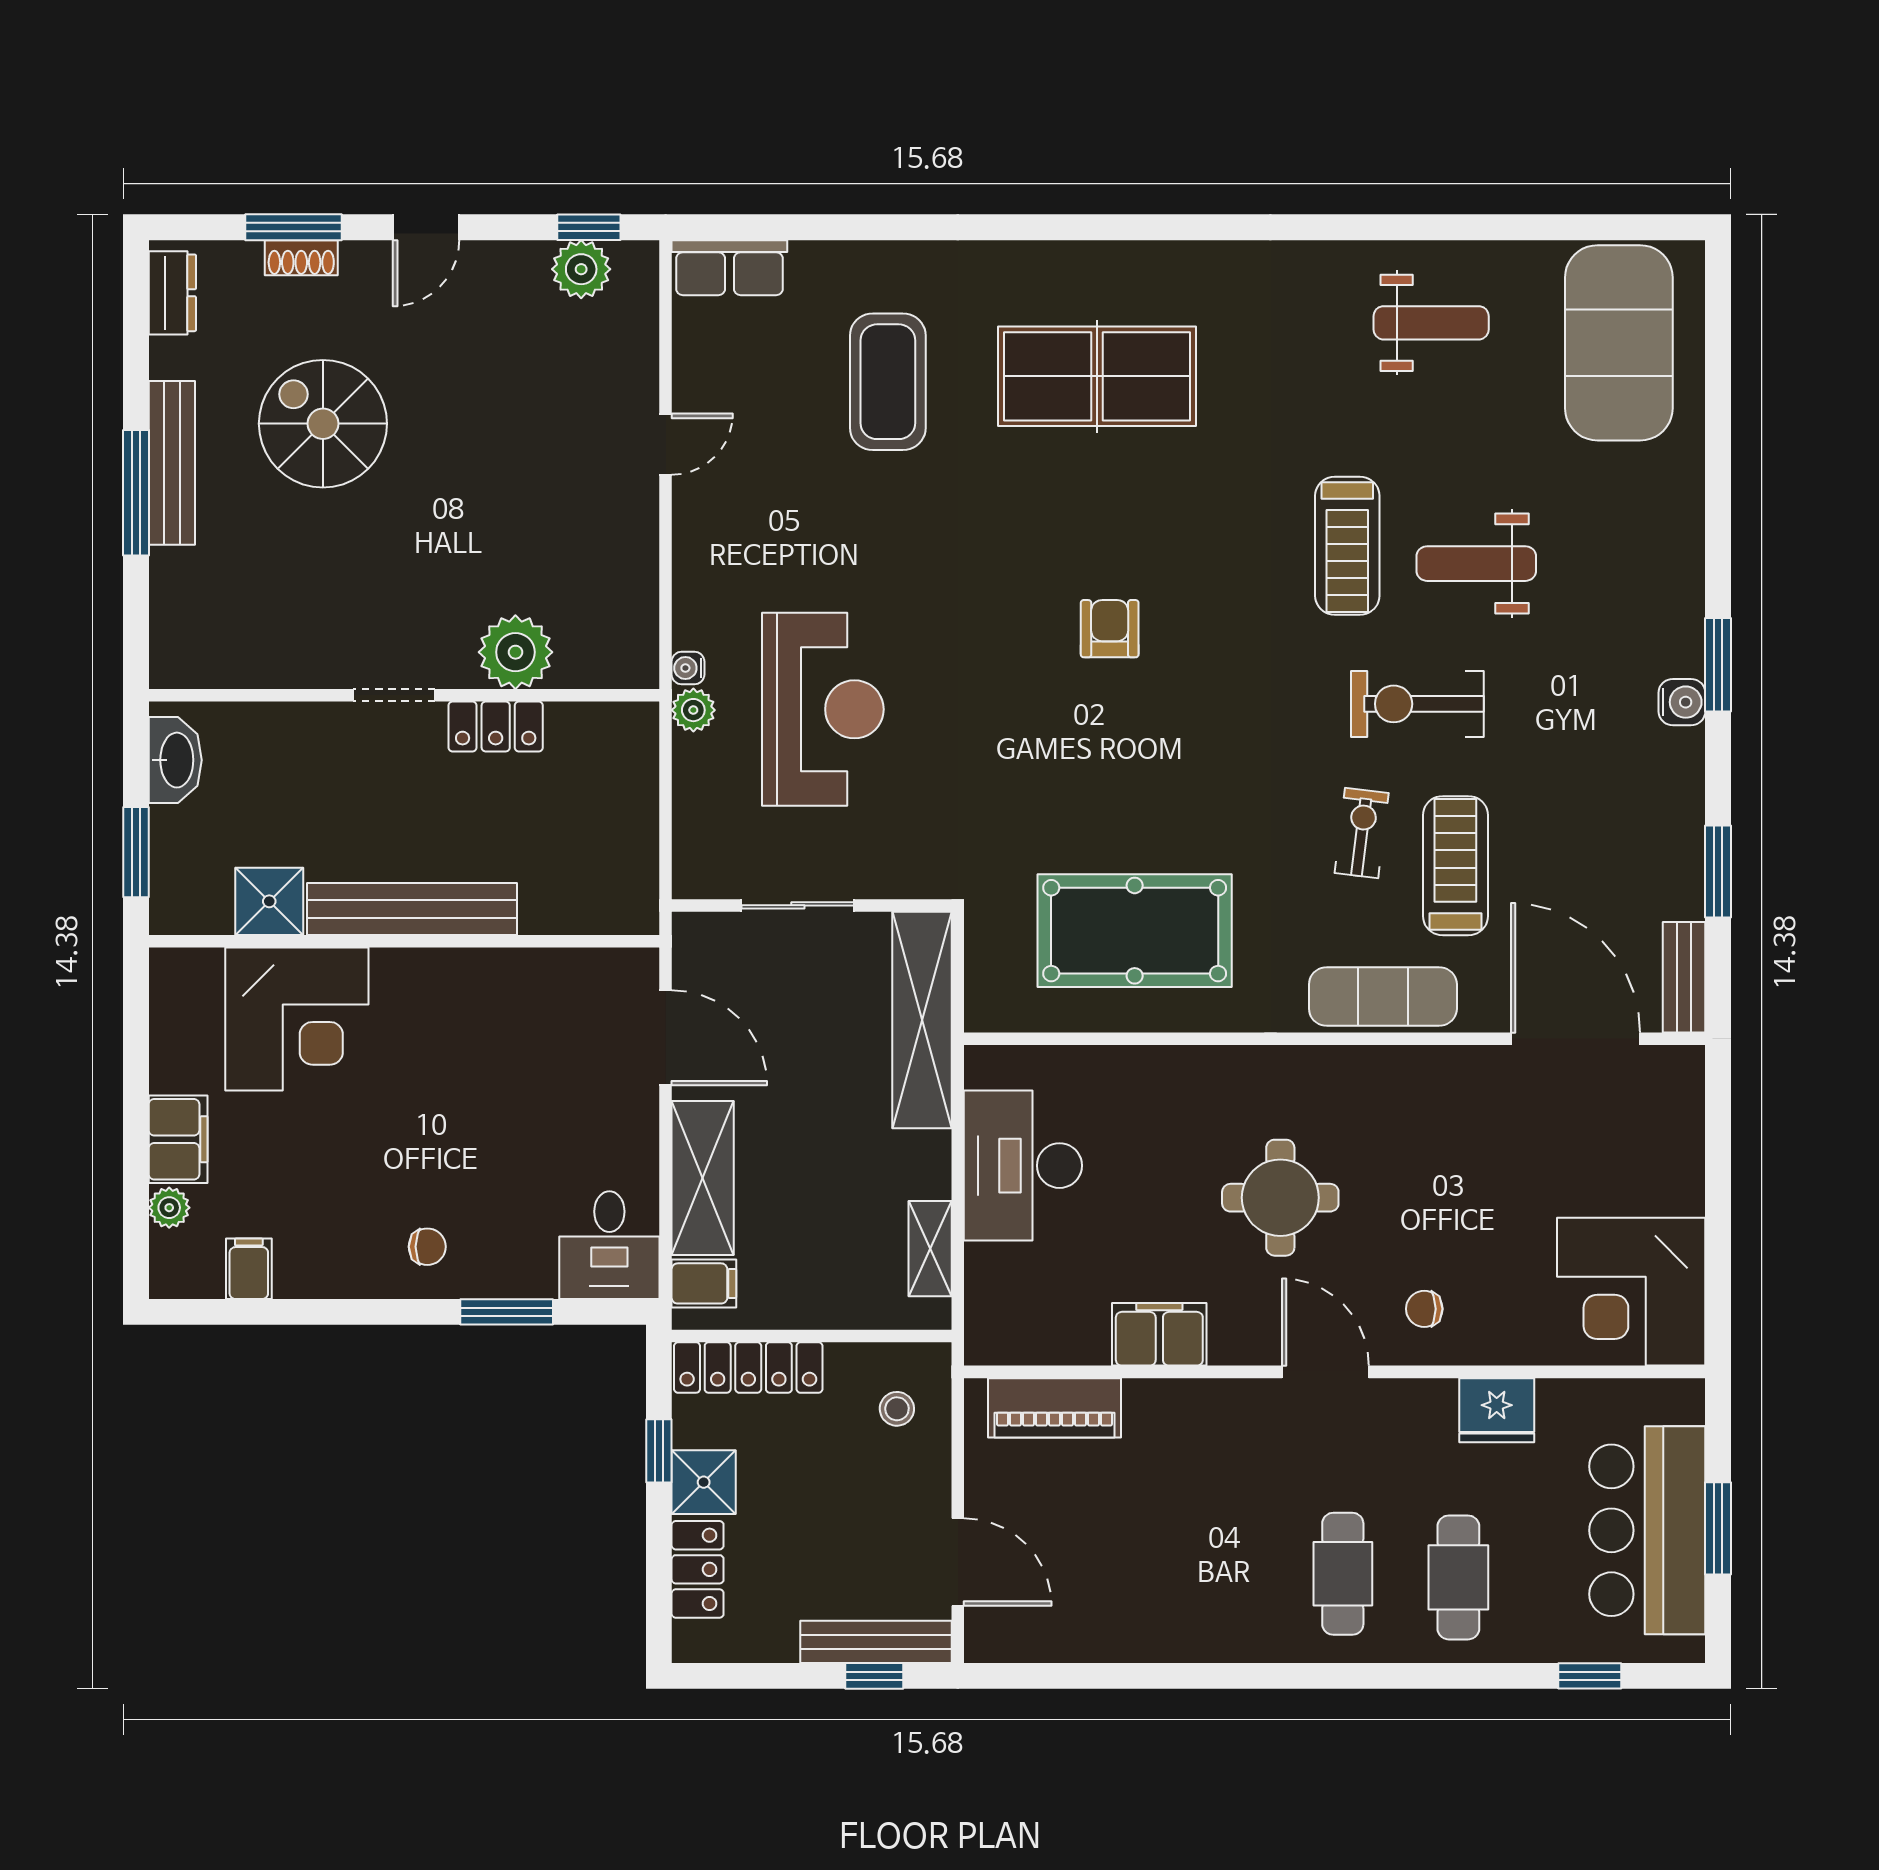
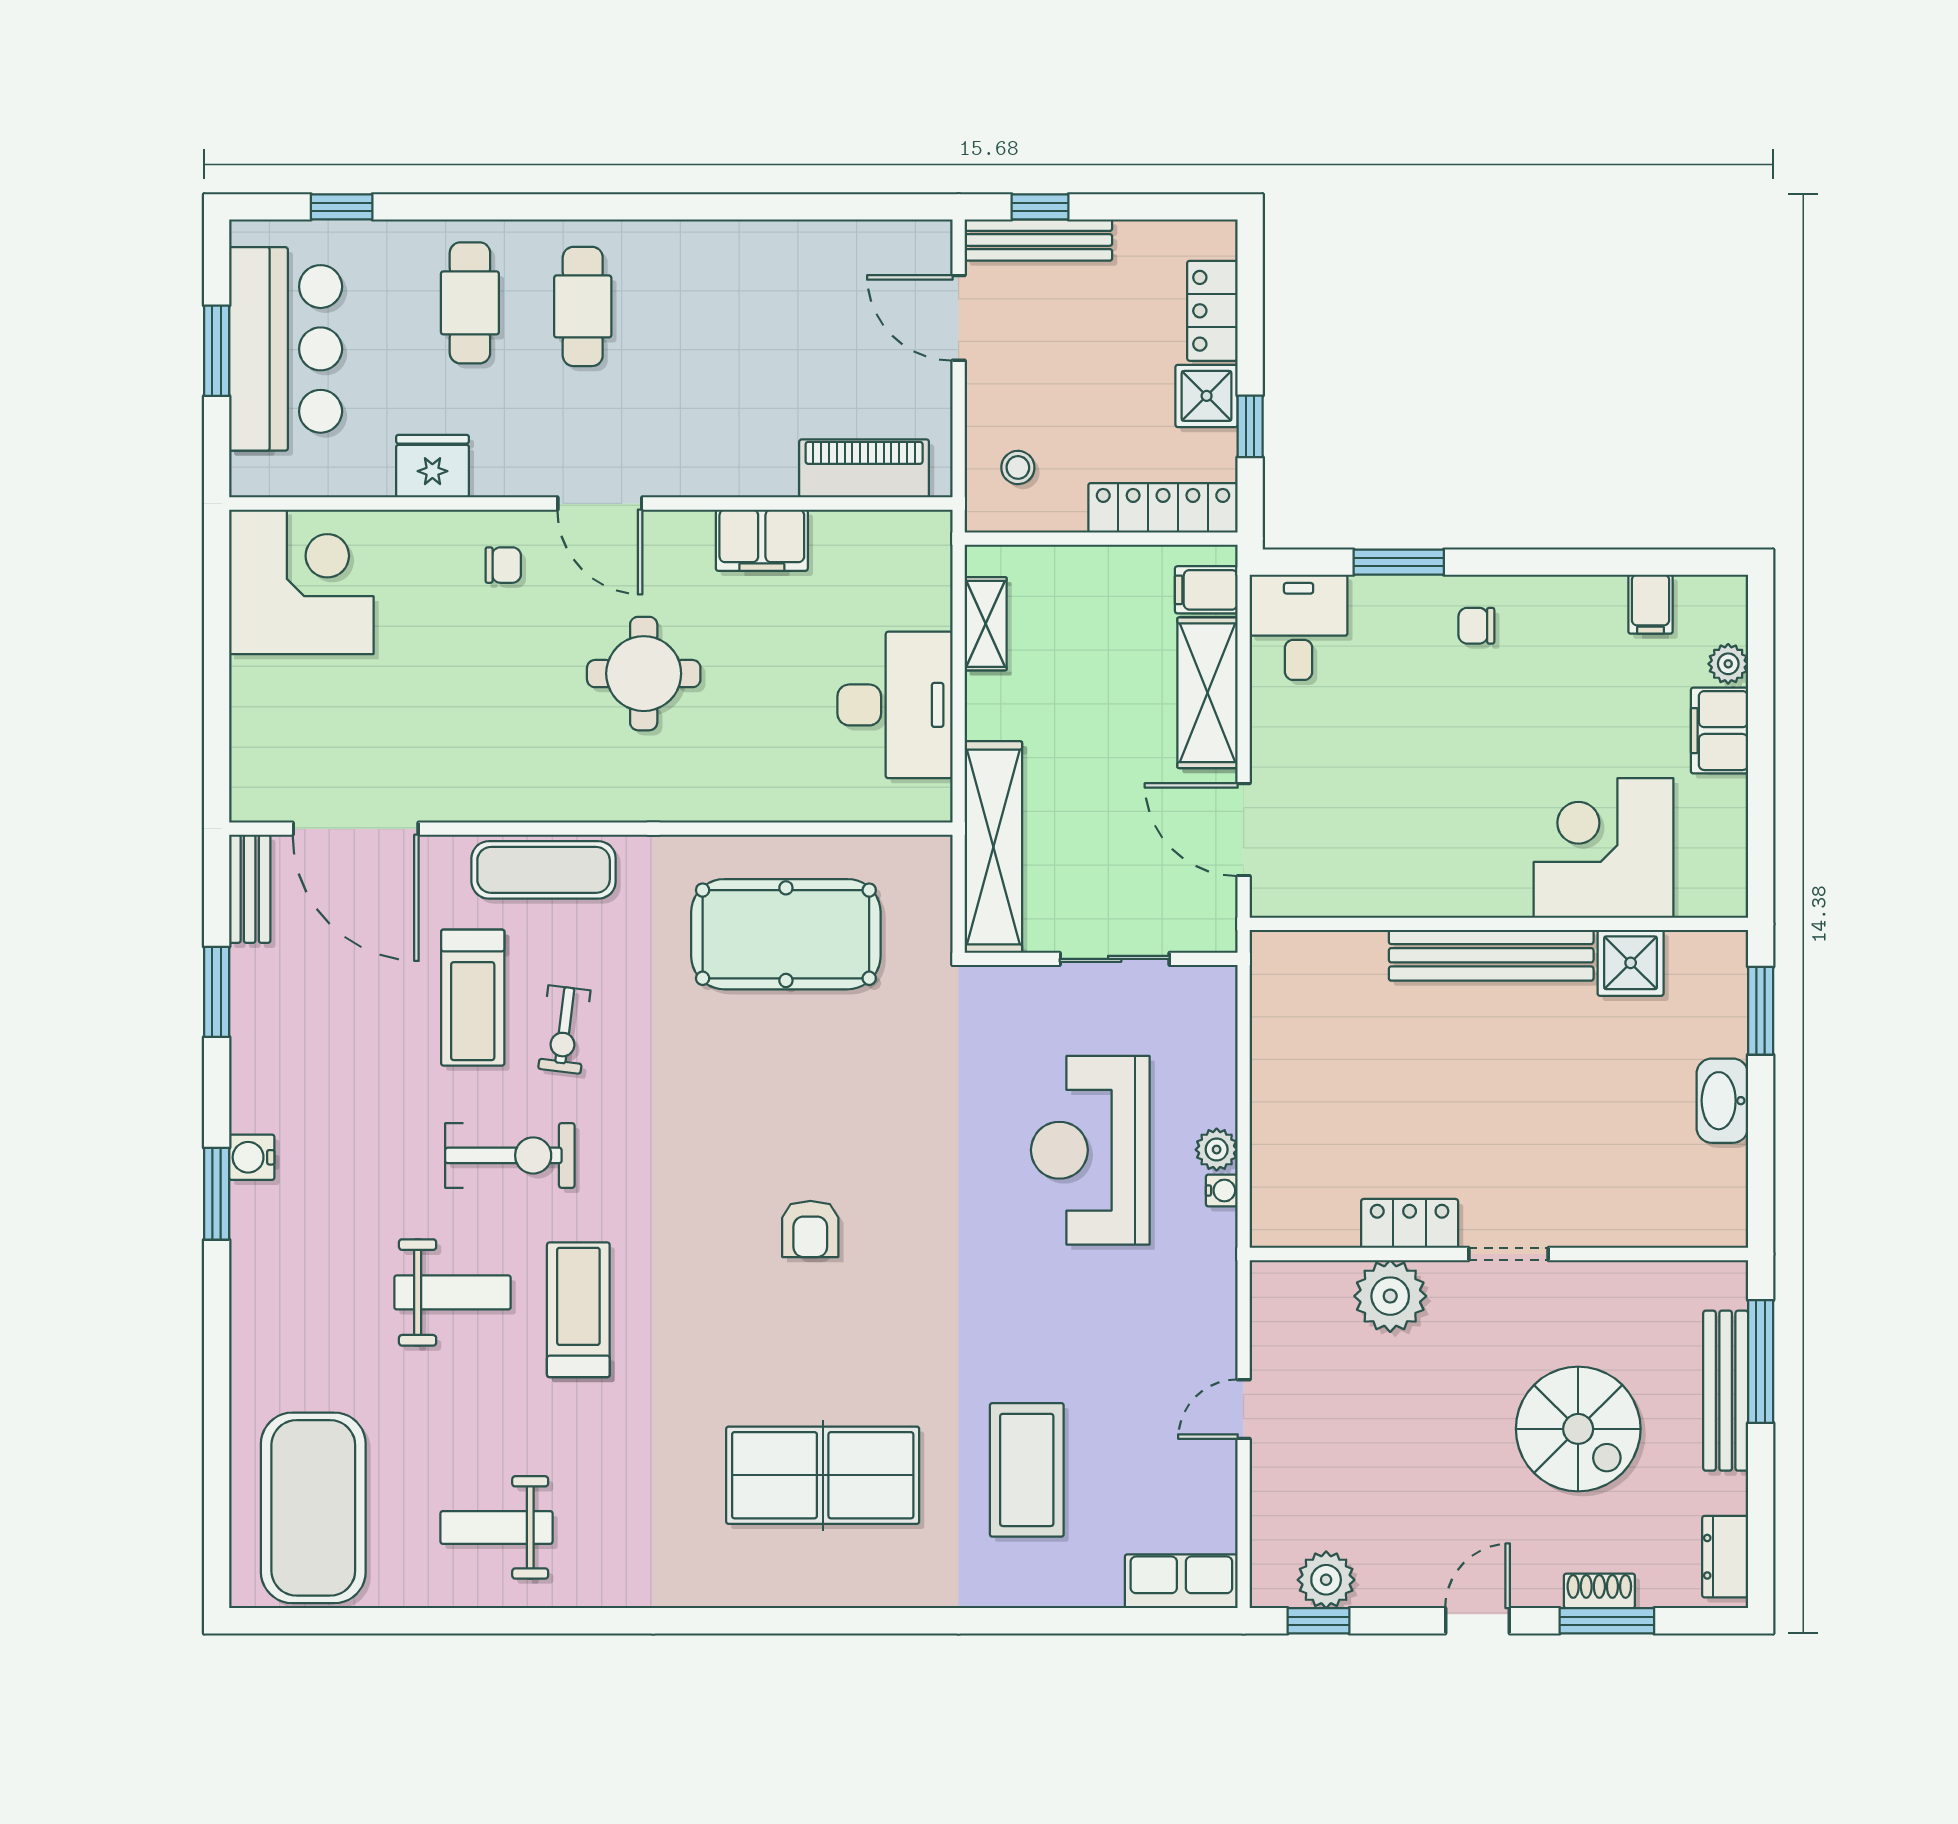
plant: (515, 652) -> (1390, 1296), moved
doorway: (394, 695) -> (1508, 1254), moved
wall: (404, 695) -> (1499, 1254), moved
locker: (496, 726) -> (1410, 1223), moved

